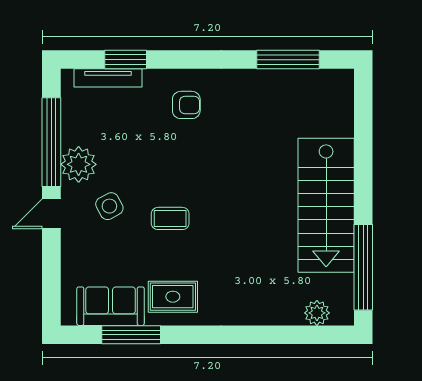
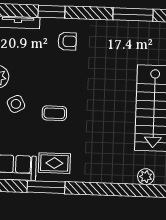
window: (126, 60) -> (52, 12), moved
window: (131, 335) -> (46, 187), moved

